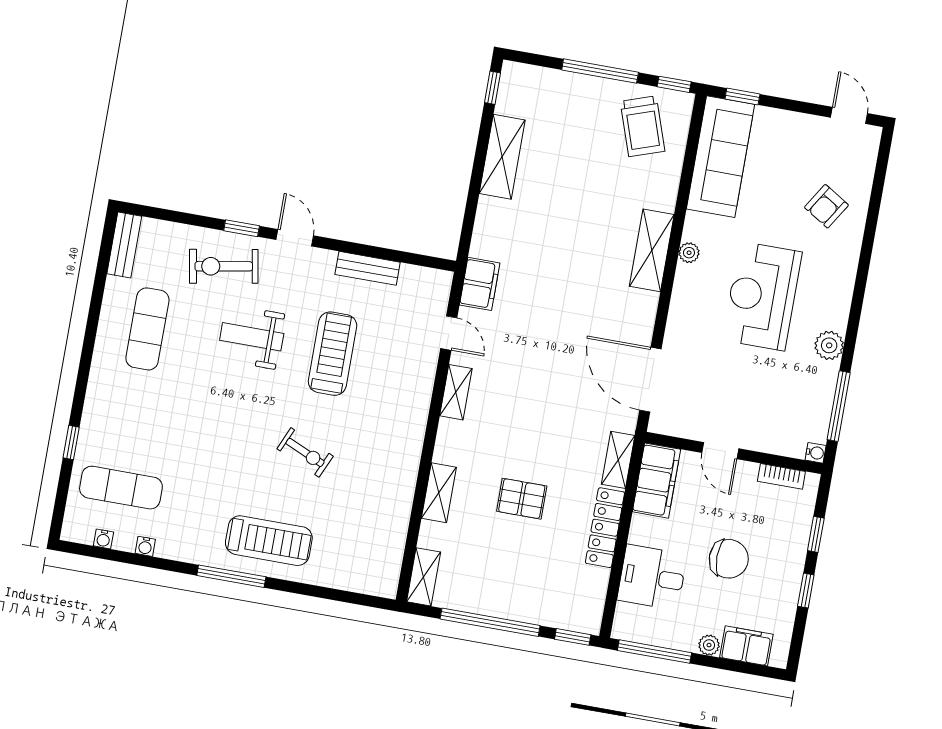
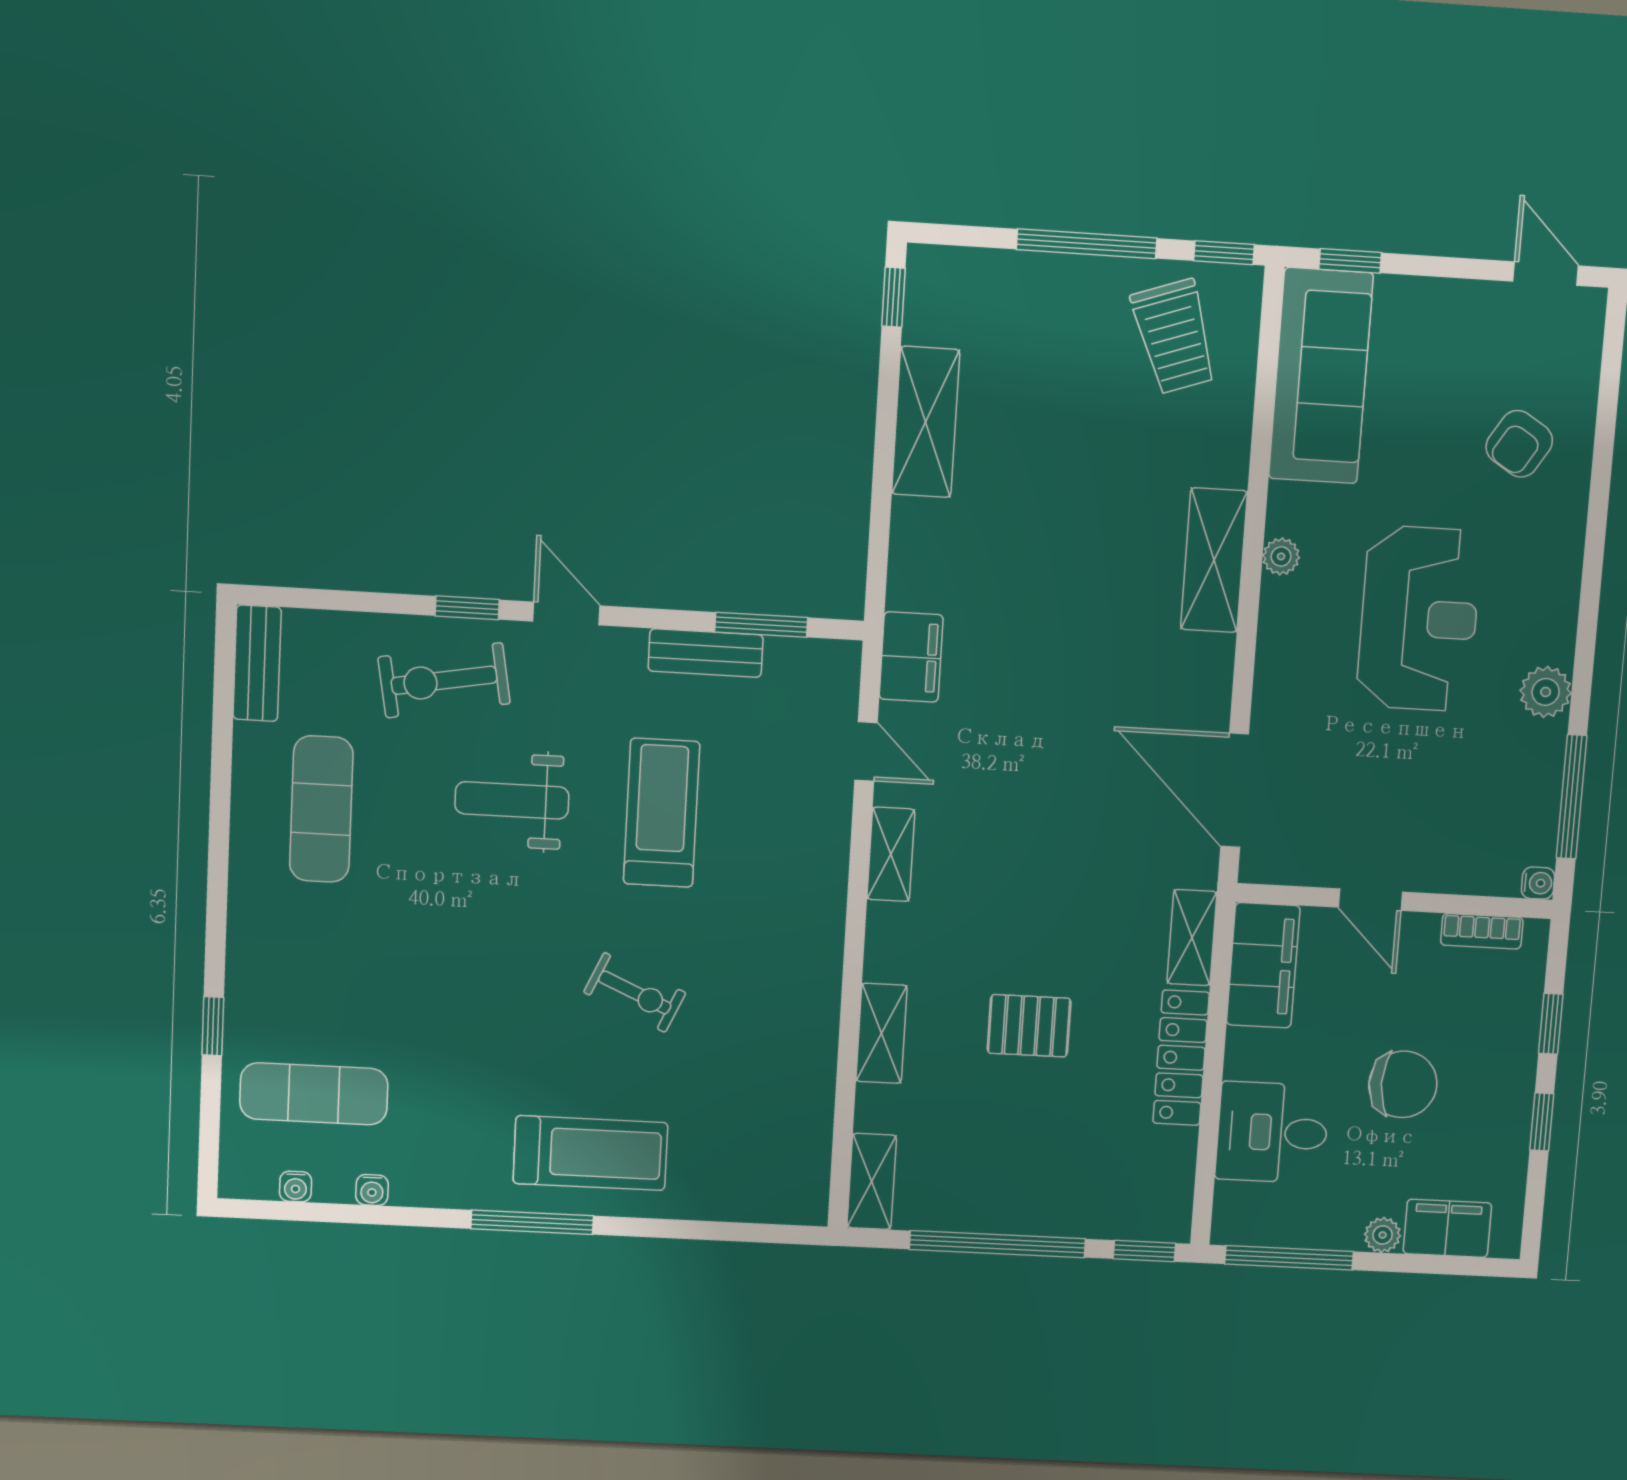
window: (400, 256) -> (761, 625), added
reception desk: (762, 296) -> (1419, 619), turned 180

